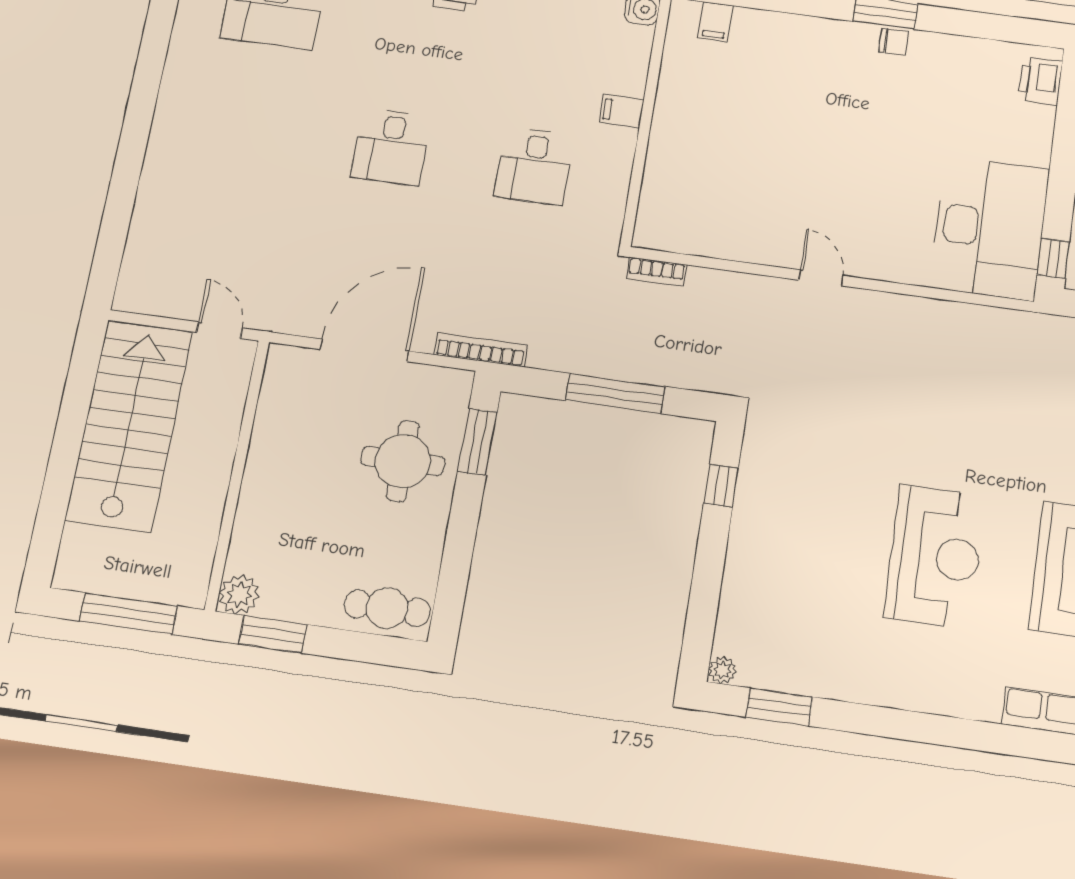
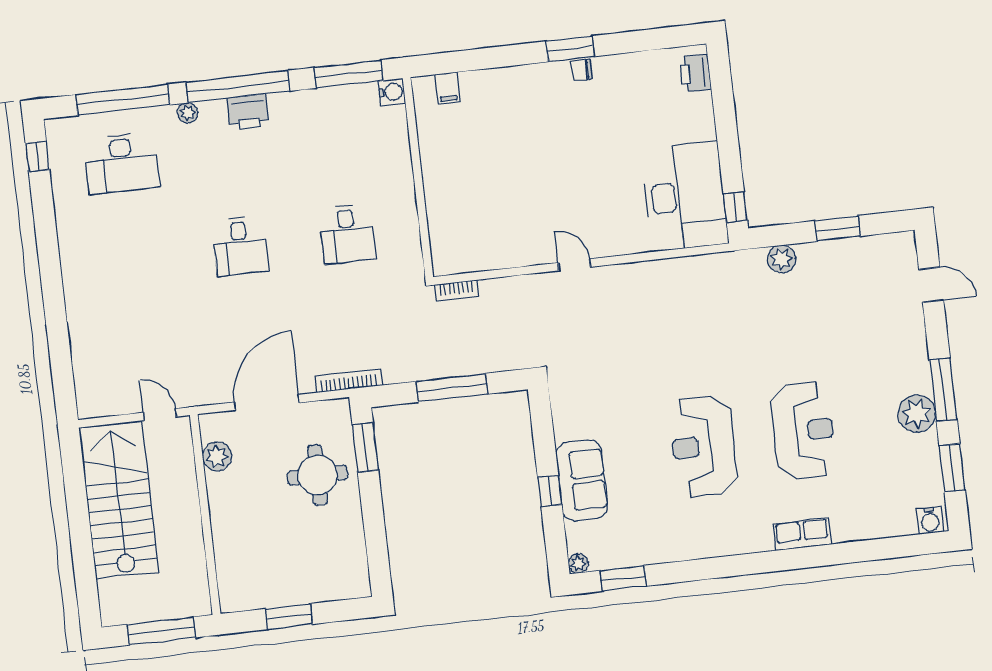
chair: (894, 42) -> (582, 70), turned 180
filing cabinet: (622, 111) -> (398, 175), removed
window: (721, 486) -> (550, 491), moved
reception desk: (935, 556) -> (703, 446), turned 180
sofa: (757, 559) -> (582, 480), added
plant: (239, 594) -> (217, 457), moved
cafe table: (387, 608) -> (337, 581), removed
window: (273, 634) -> (289, 616), moved

